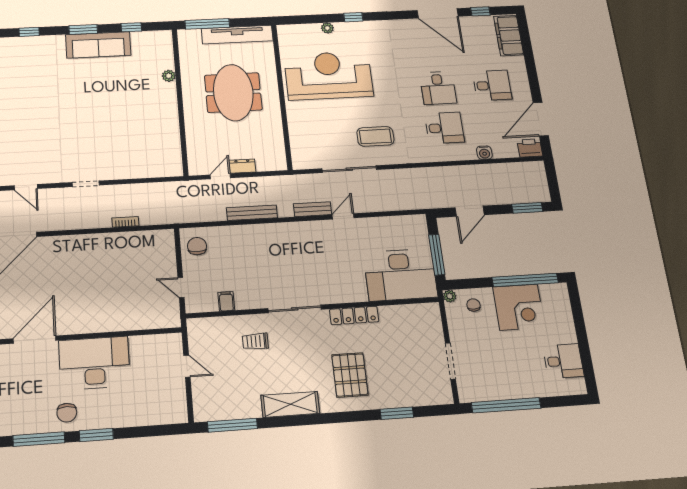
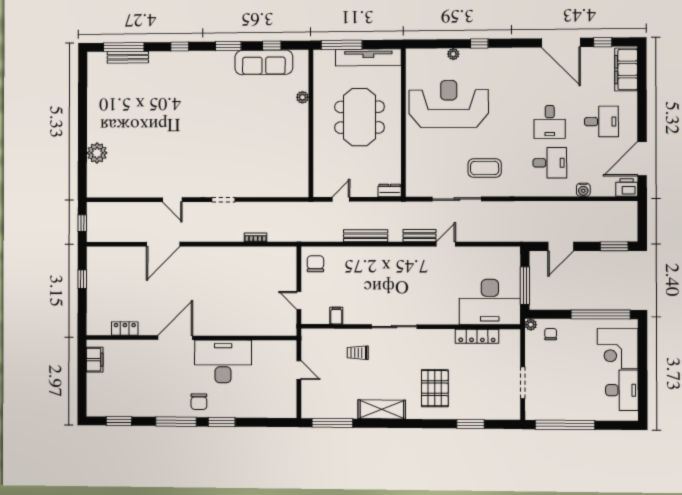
sofa: (98, 45) -> (264, 62), moved
dresser: (242, 166) -> (390, 190), moved
corner desk: (519, 307) -> (618, 349), moved, turned 90
locker: (354, 315) -> (477, 336), moved
desk: (563, 361) -> (622, 390), width x1.37

